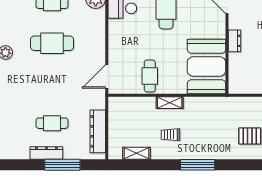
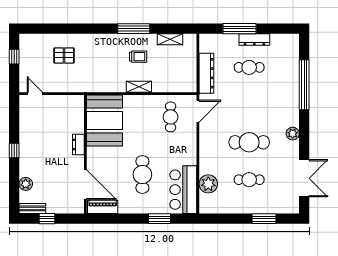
cafe table: (150, 76) -> (171, 117), moved
dresser: (98, 131) -> (206, 73), moved
window: (198, 165) -> (134, 29), moved

